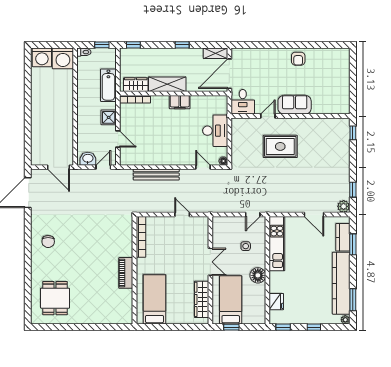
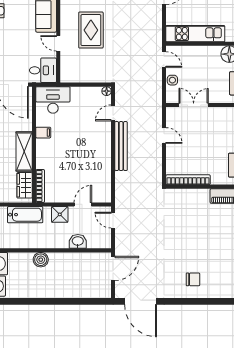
boiler: (67, 100) -> (41, 260), added
filing cabinet: (180, 102) -> (43, 133), width x0.50
desk: (215, 131) -> (53, 100), moved
washbasin: (88, 159) -> (78, 241), moved, turned 90
bench: (156, 174) -> (121, 146), moved
door: (182, 214) -> (164, 135), swing flipped
side table: (246, 246) -> (172, 80), moved
double door: (210, 262) -> (194, 105), moved

